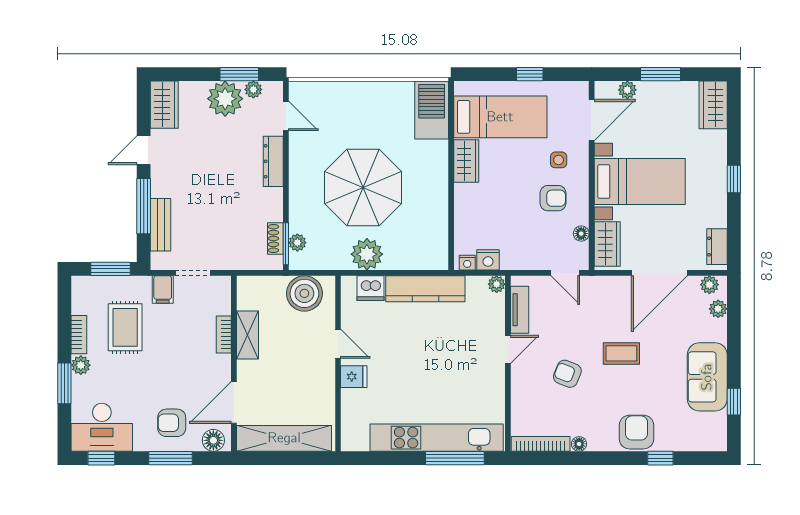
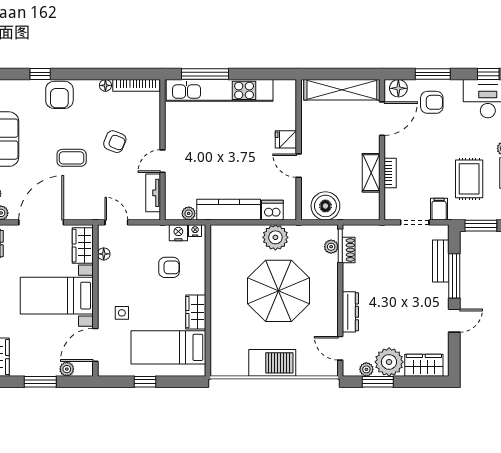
wardrobe: (164, 105) -> (424, 365), moved, turned 90
barbecue: (432, 110) -> (272, 363), moved, turned -90
armchair: (553, 198) -> (169, 267), moved, turned 180
plant: (497, 284) -> (189, 213), moved

